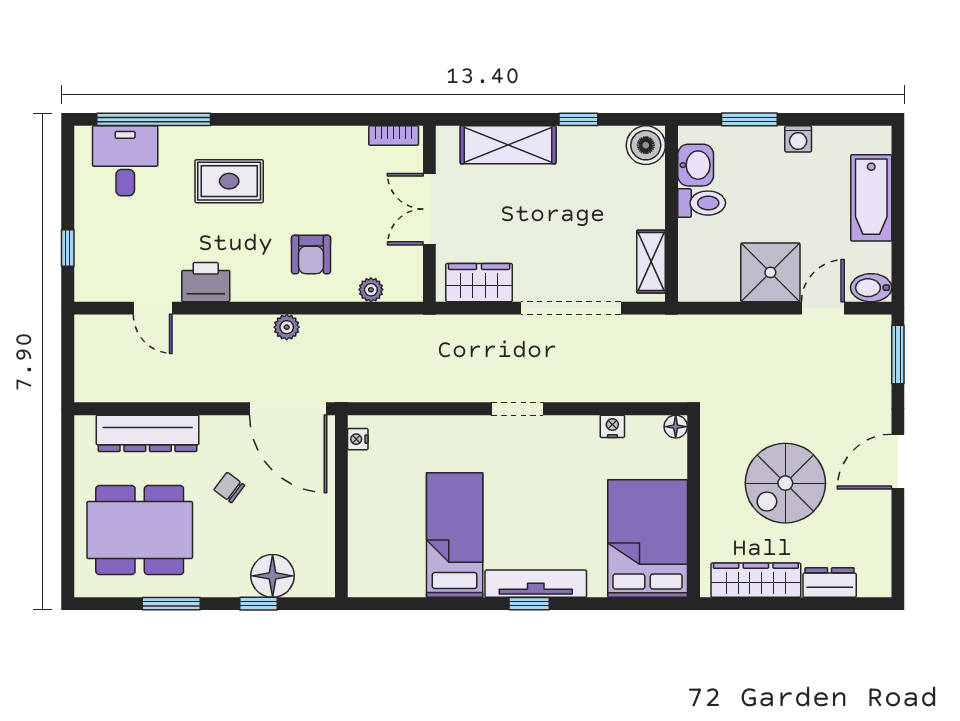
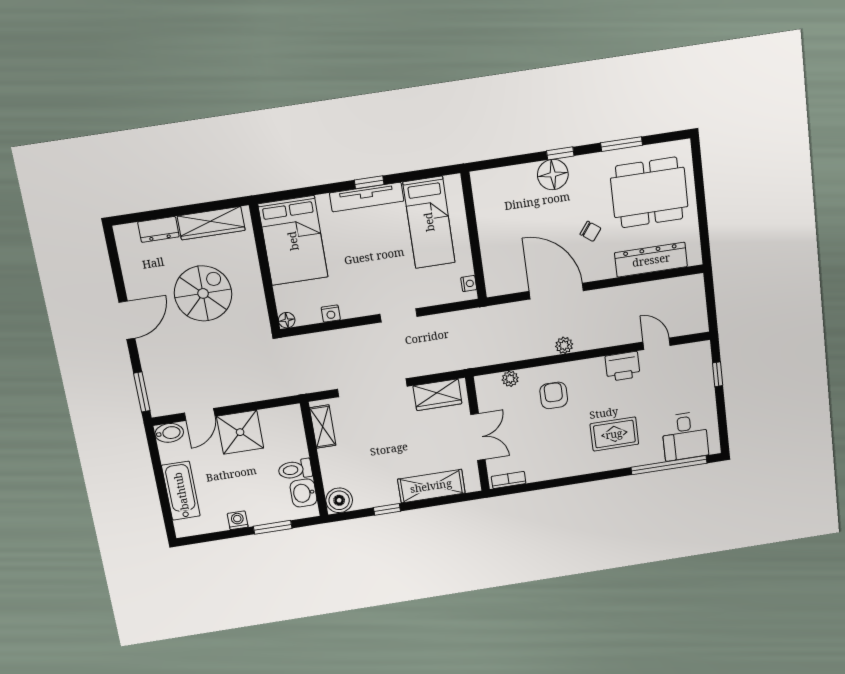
nightstand: (358, 439) -> (469, 284), moved
wall: (341, 506) -> (474, 236), moved

